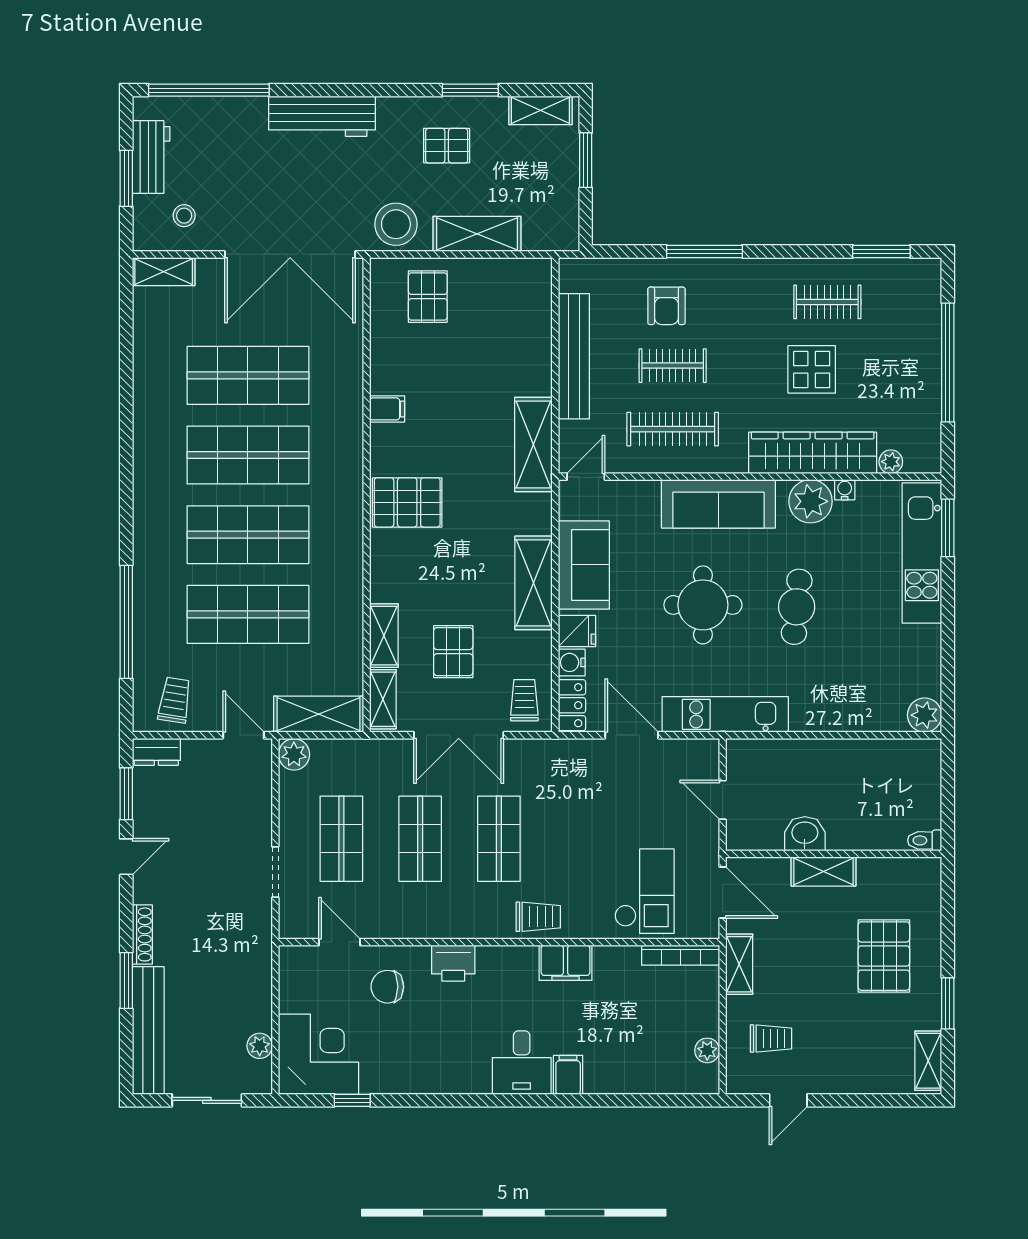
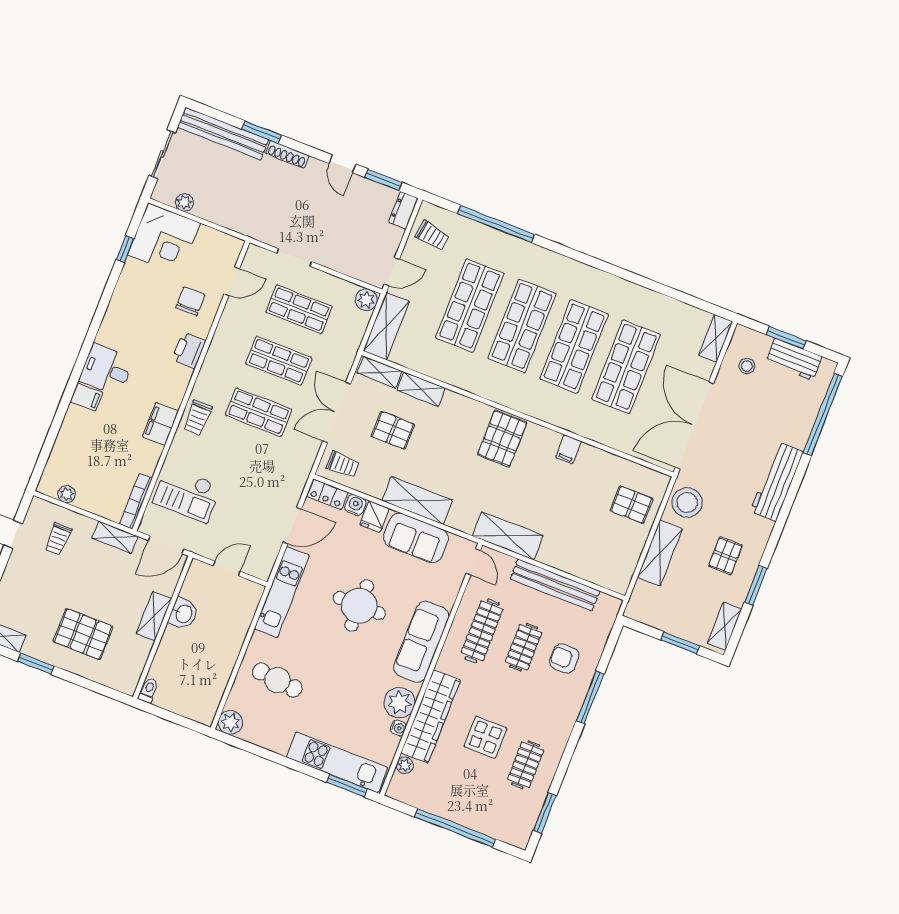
cafe table: (797, 607) -> (277, 680), moved

